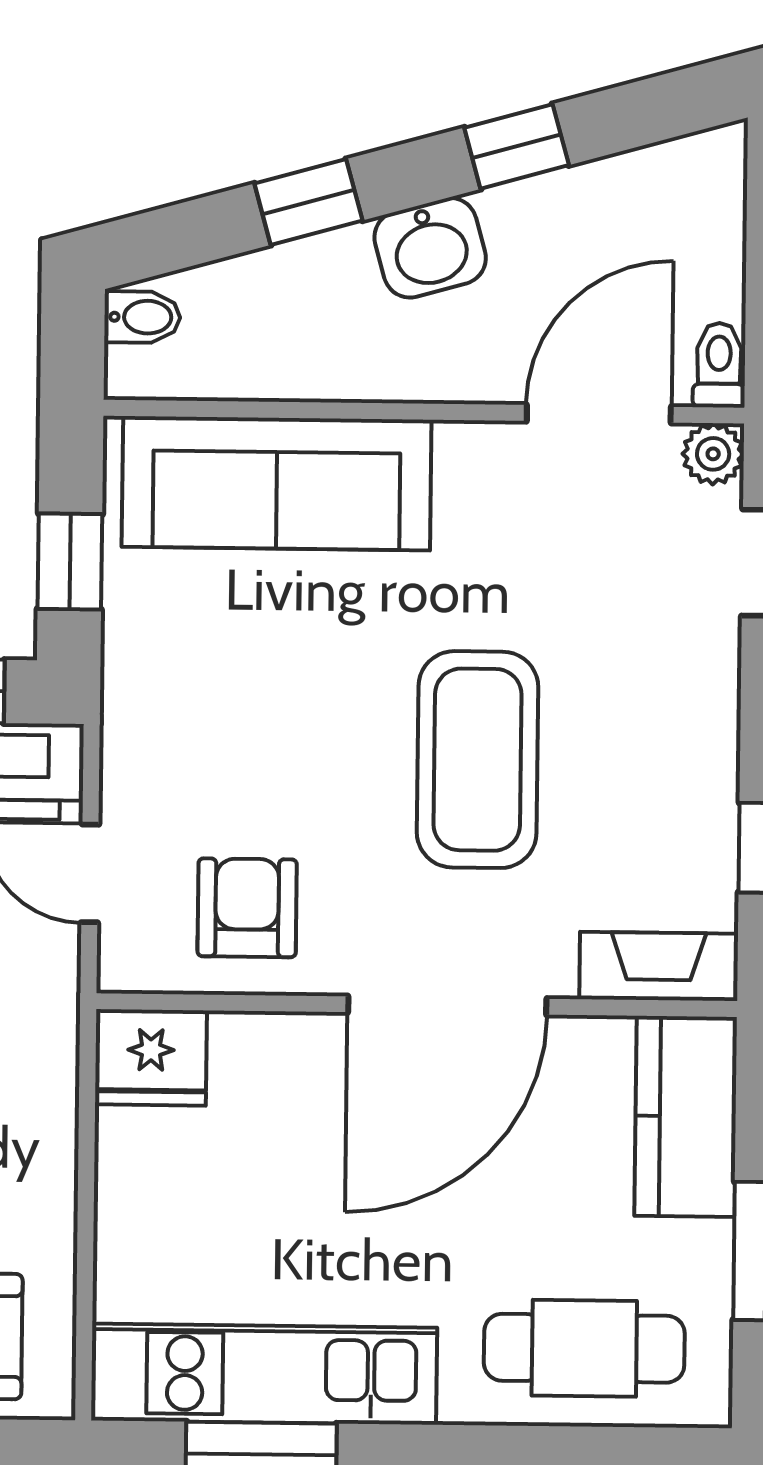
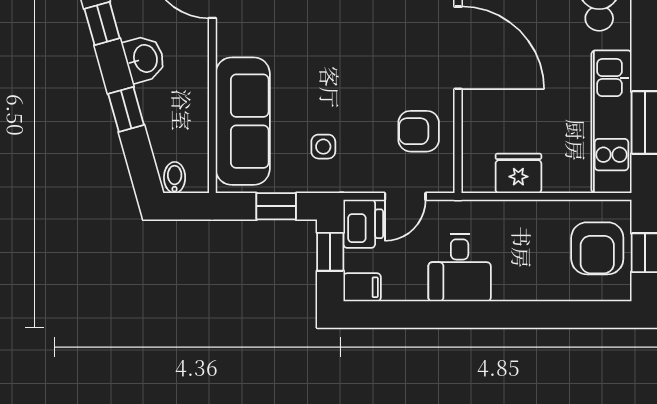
side table: (213, 677) -> (323, 147), added
coffee table: (477, 760) -> (356, 37), removed
fridge: (151, 1057) -> (518, 173), moved, turned -90

